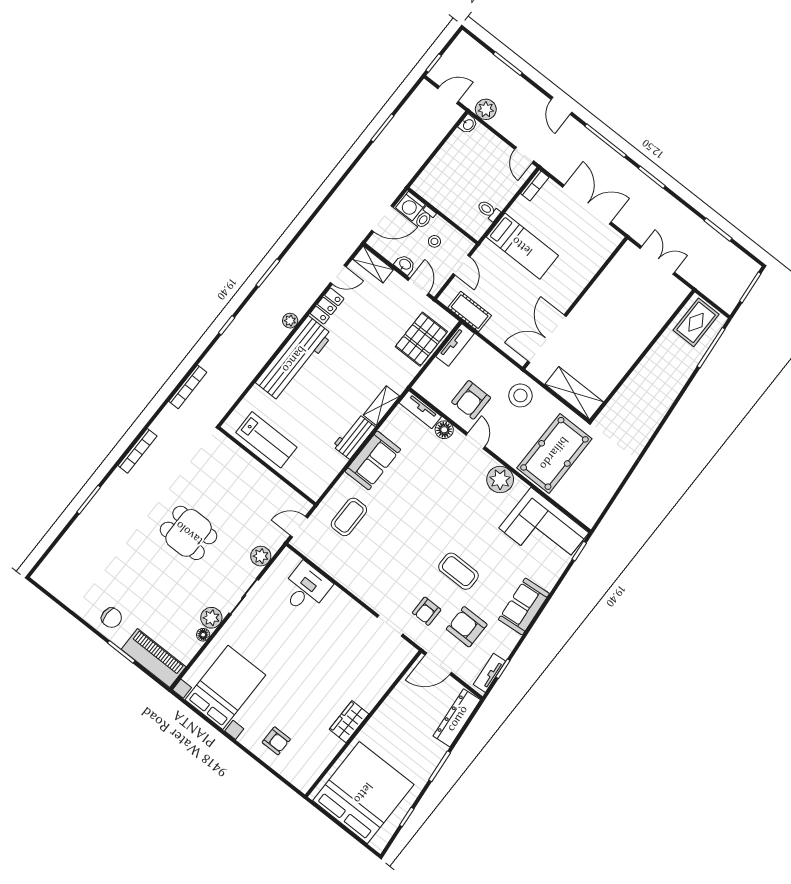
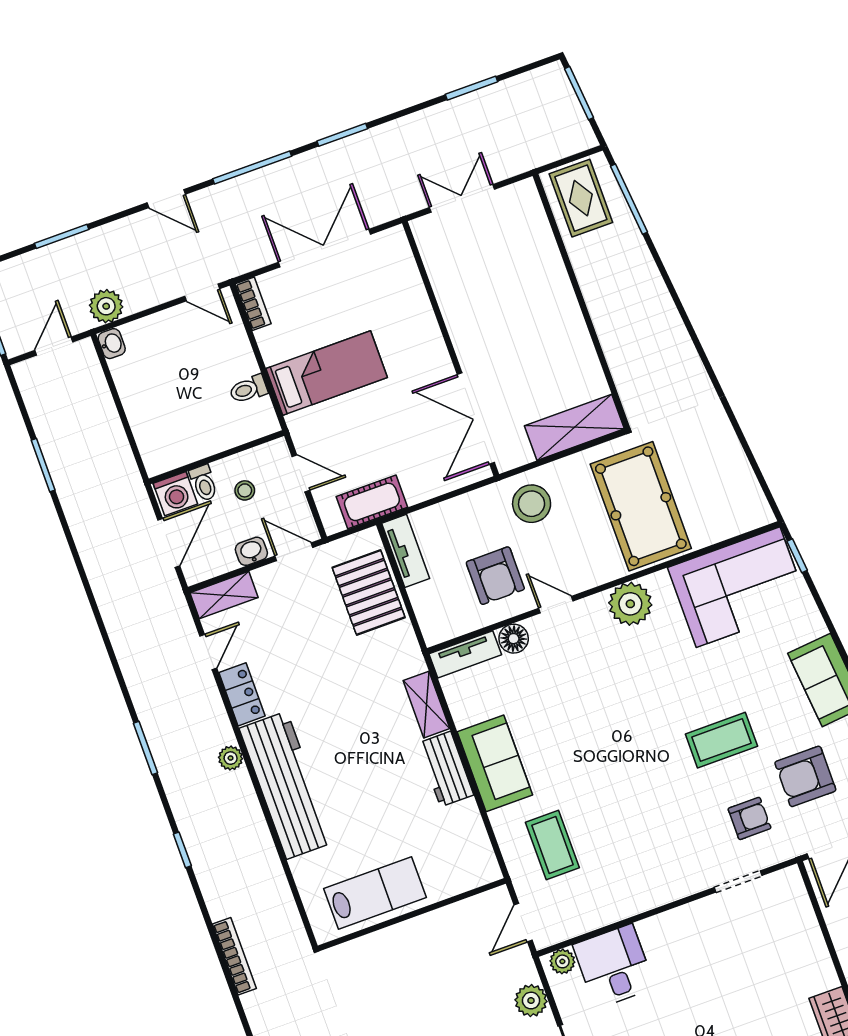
plant: (291, 560) -> (562, 961), added
armchair: (427, 611) -> (749, 818), turned -90

